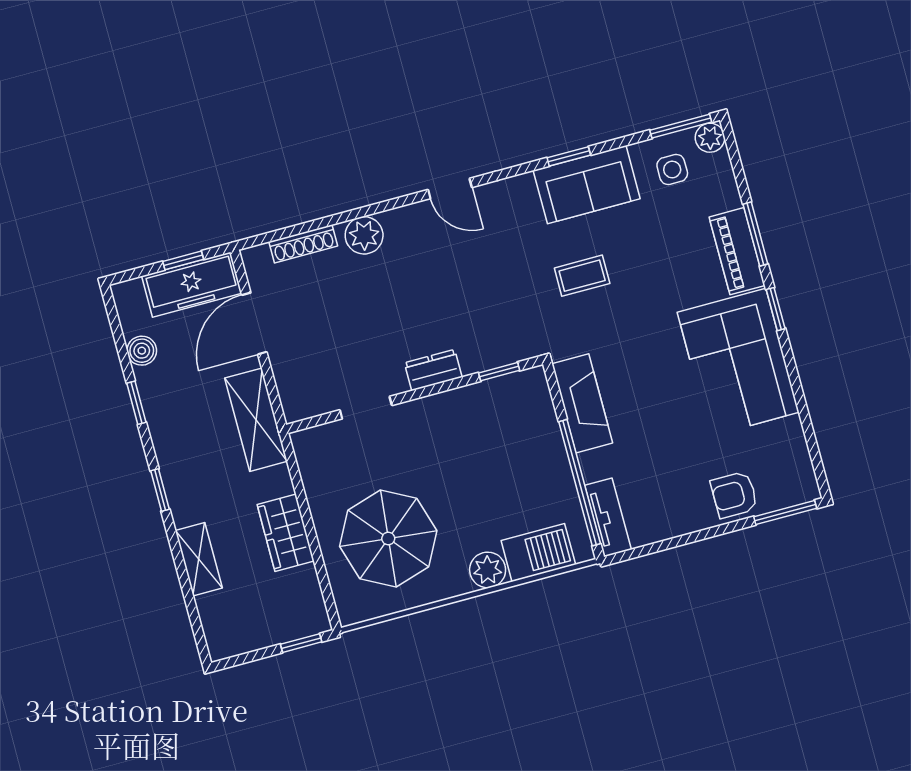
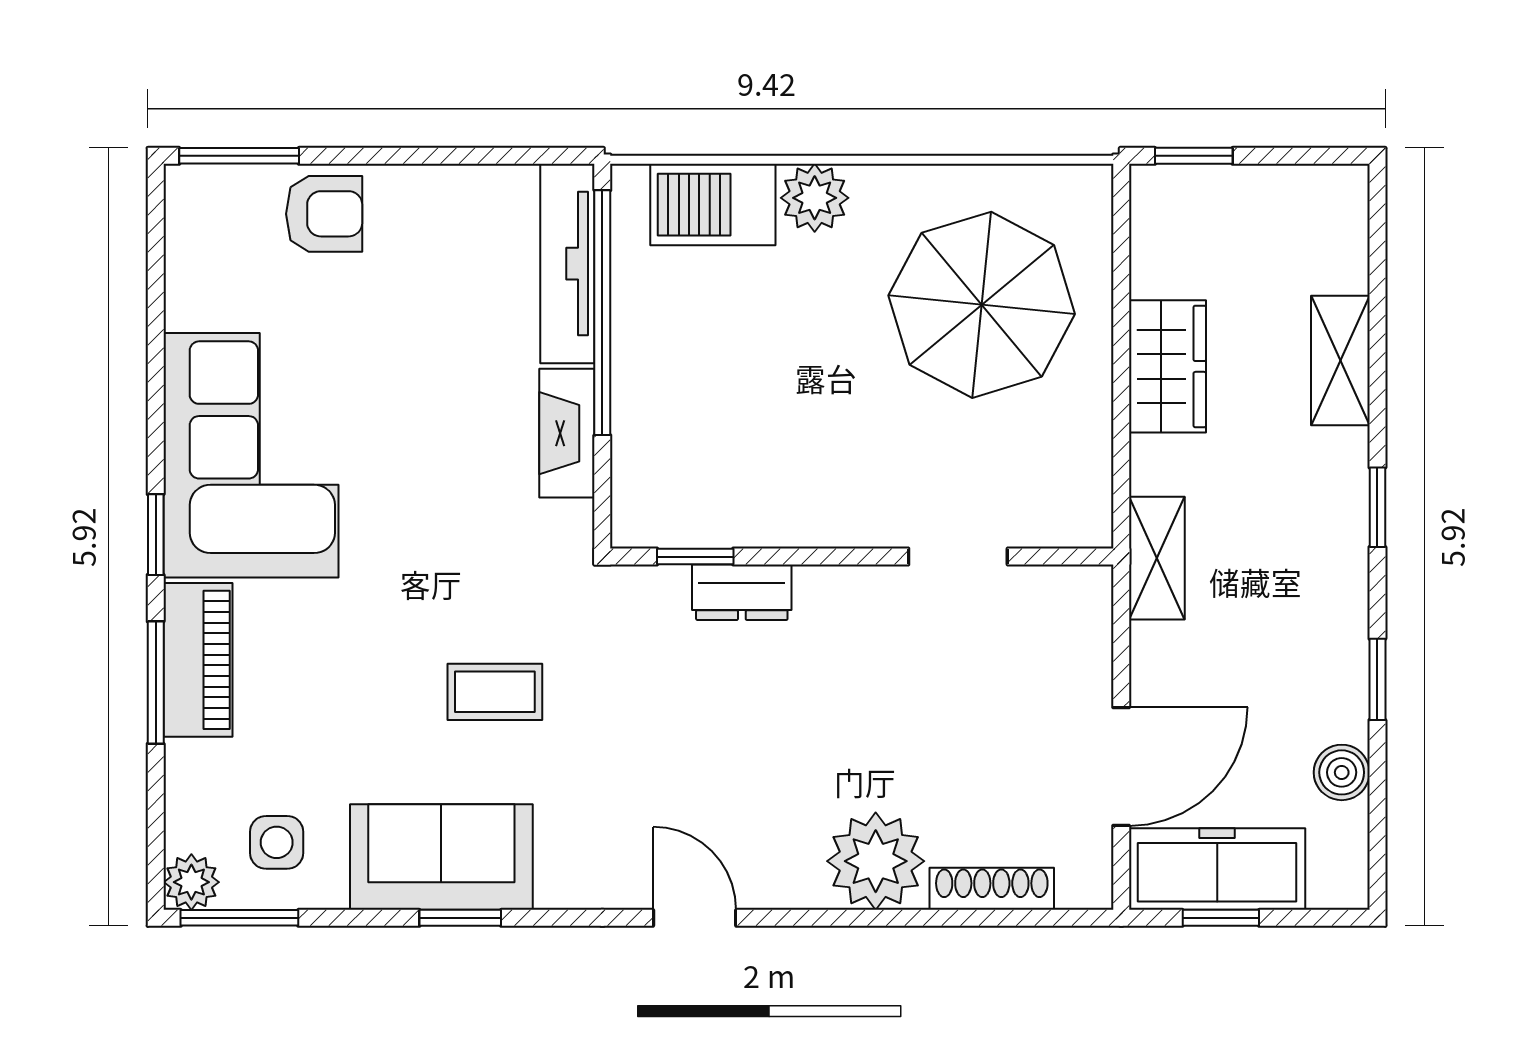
plant: (364, 235) -> (876, 861), width x1.36, depth x1.36
dresser: (433, 370) -> (742, 592), moved
fireplace: (582, 403) -> (567, 433), width x0.73, depth x0.76
shelving: (256, 420) -> (1157, 558), width x0.67, depth x0.75
tv unit: (608, 517) -> (567, 264), width x1.41

